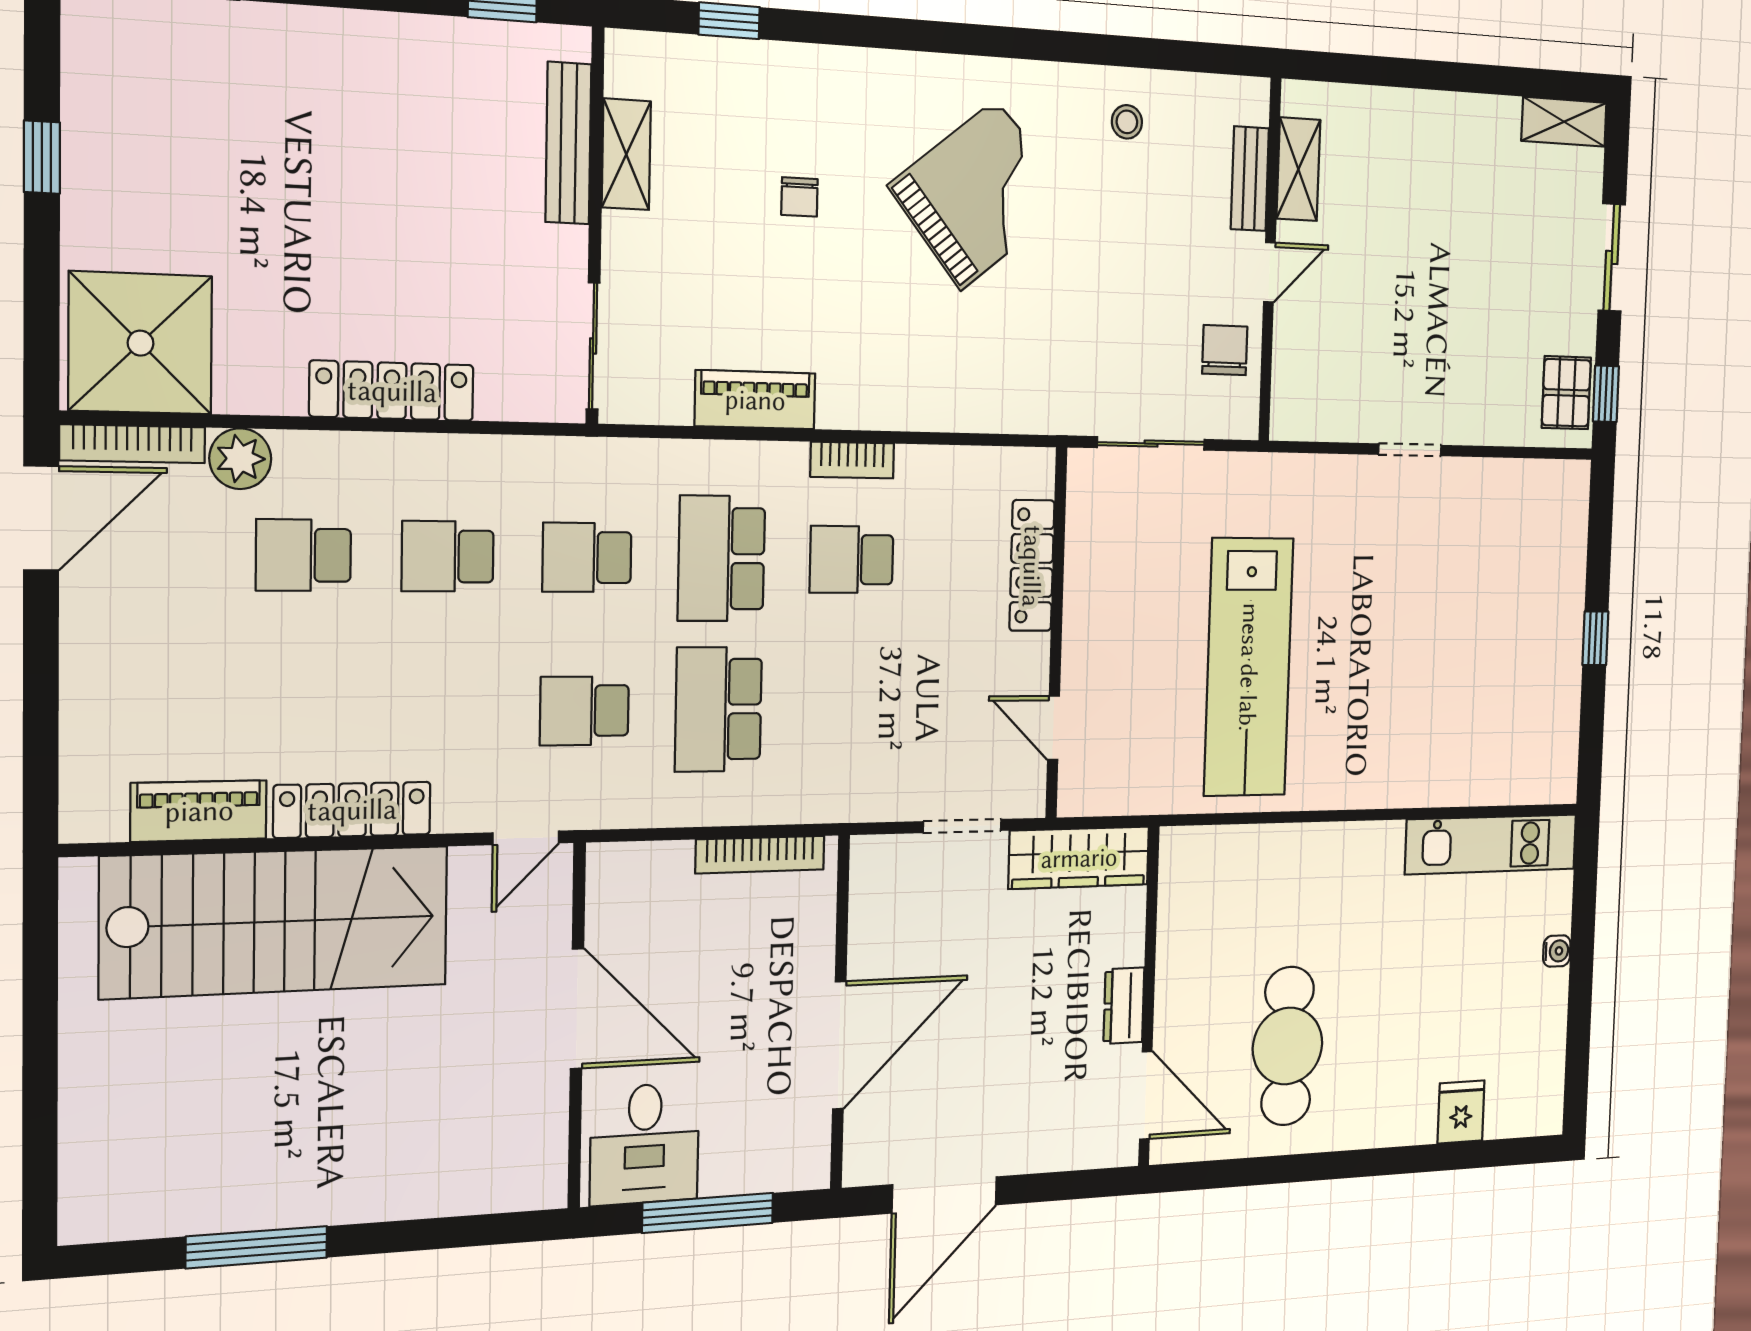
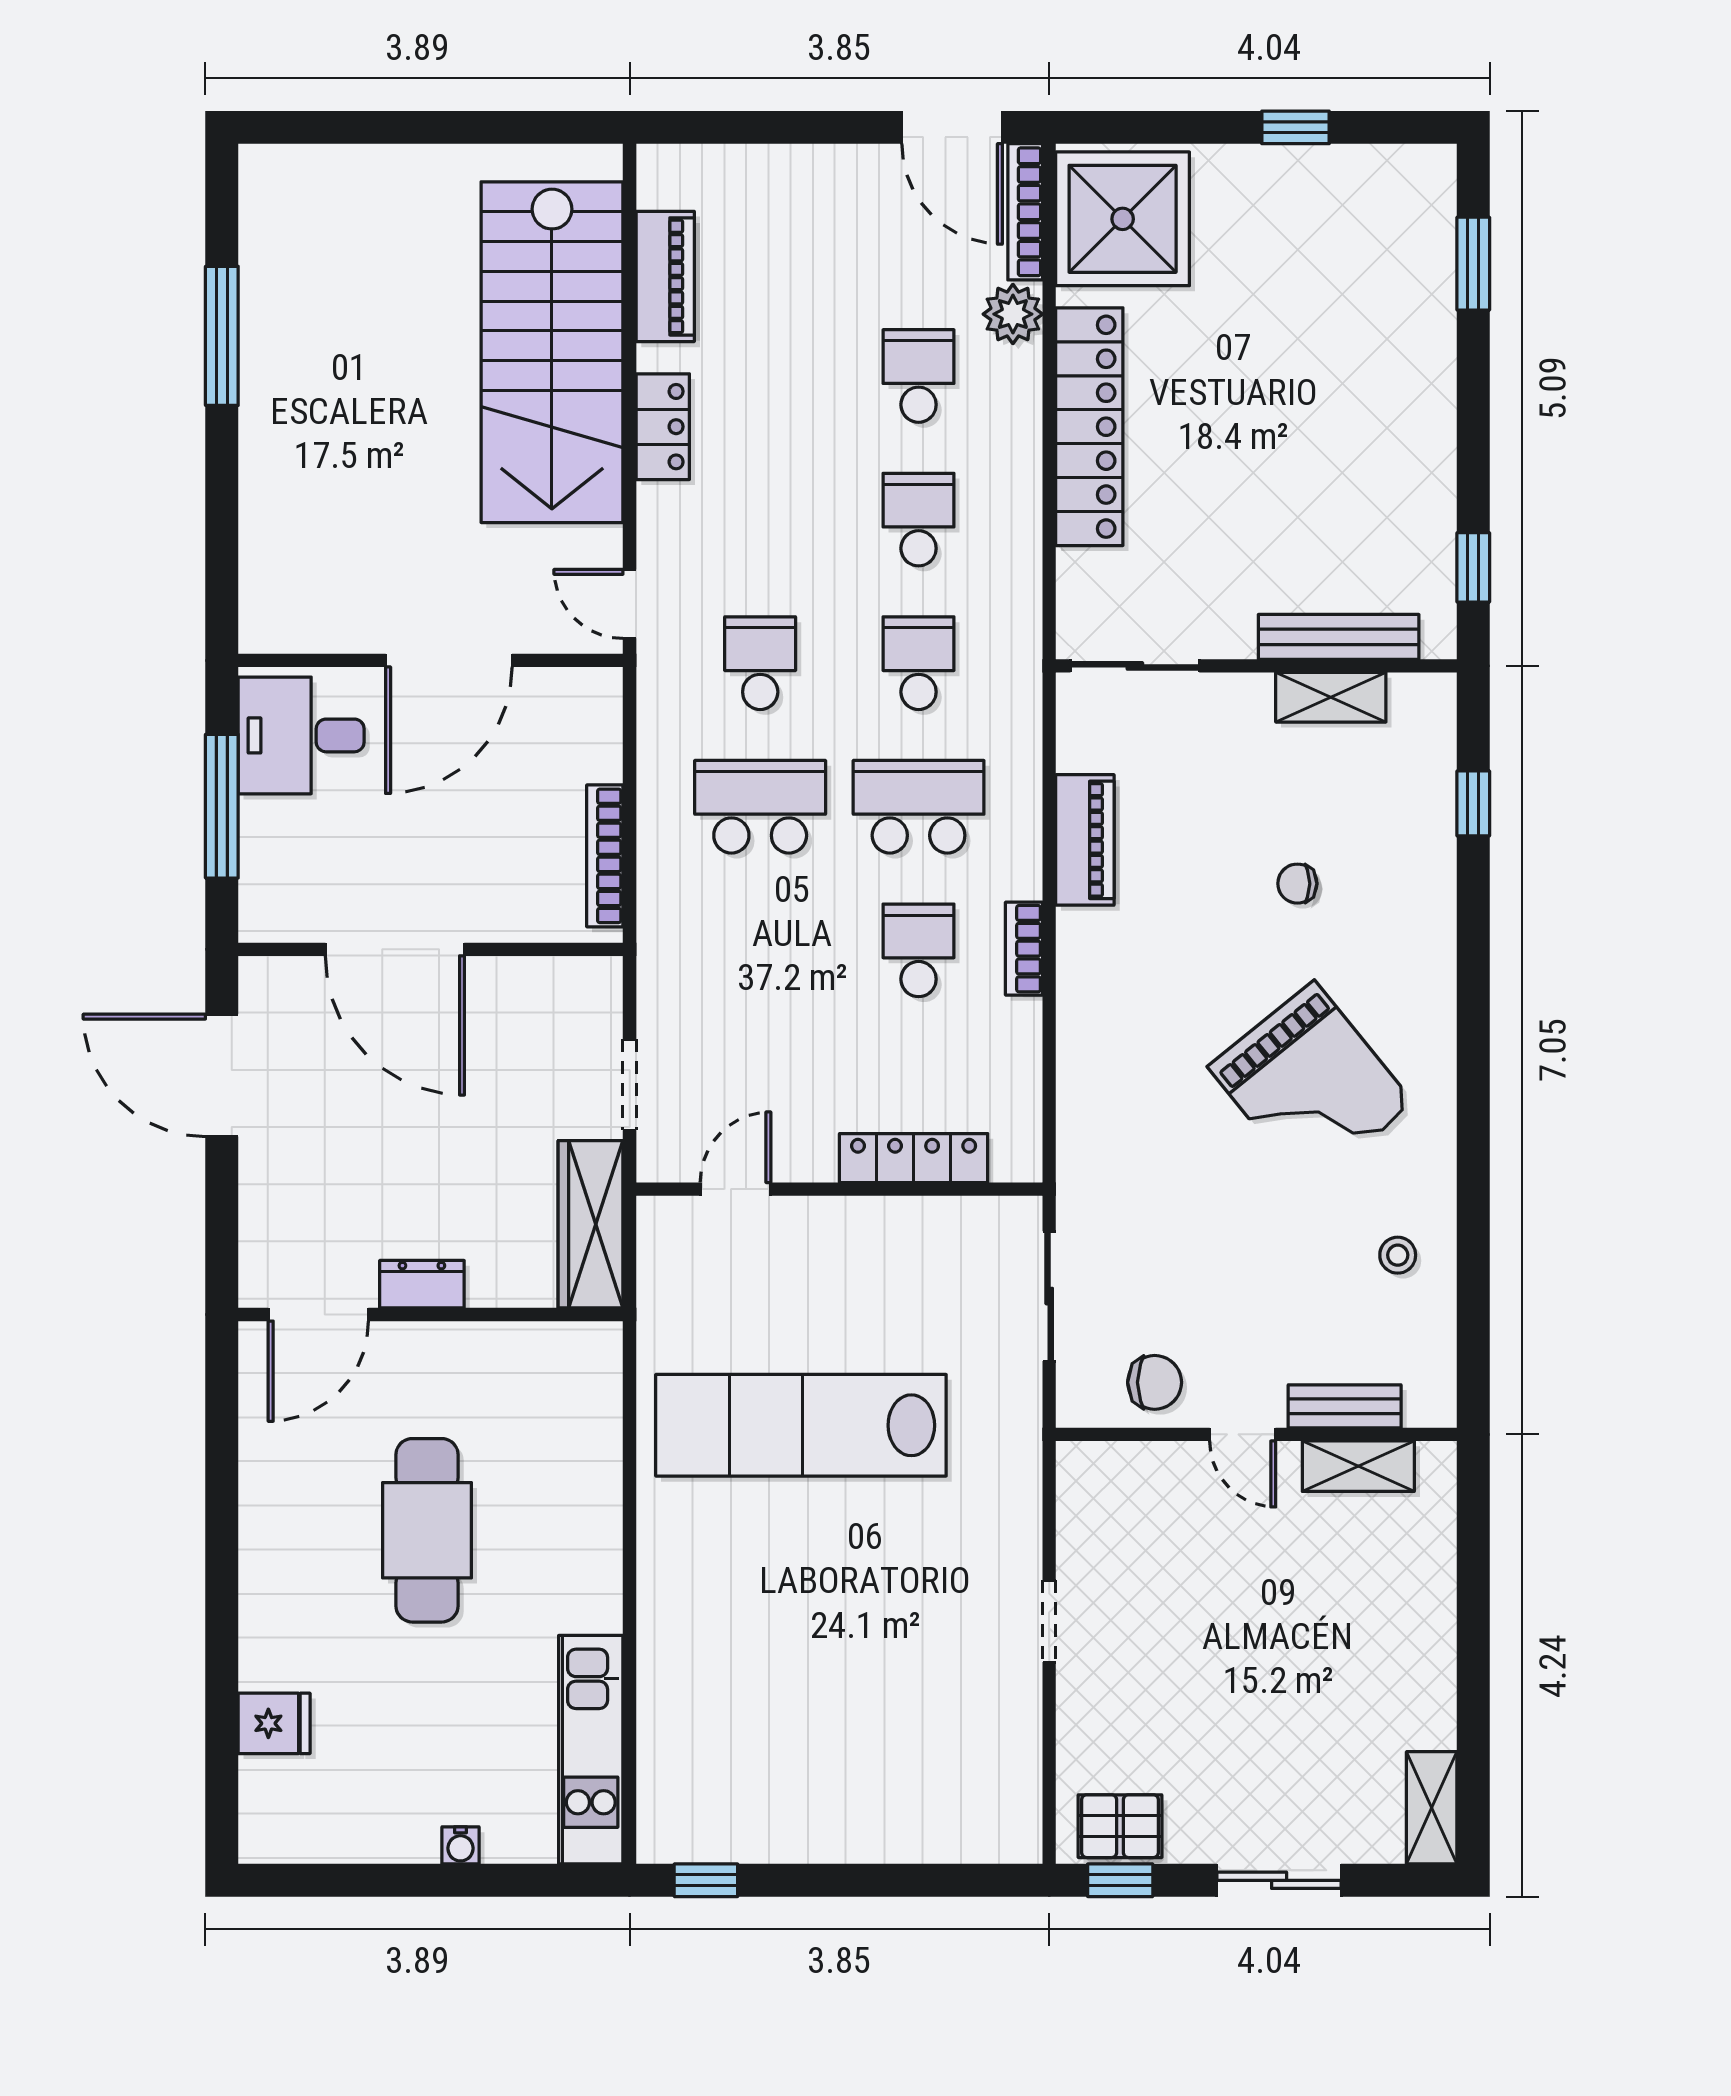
locker: (392, 391) -> (1089, 427), width x1.41, depth x1.21
window: (1595, 638) -> (706, 1880), moved
locker: (352, 810) -> (663, 427), width x0.66
cafe table: (1288, 1046) -> (427, 1530), moved, turned 90

